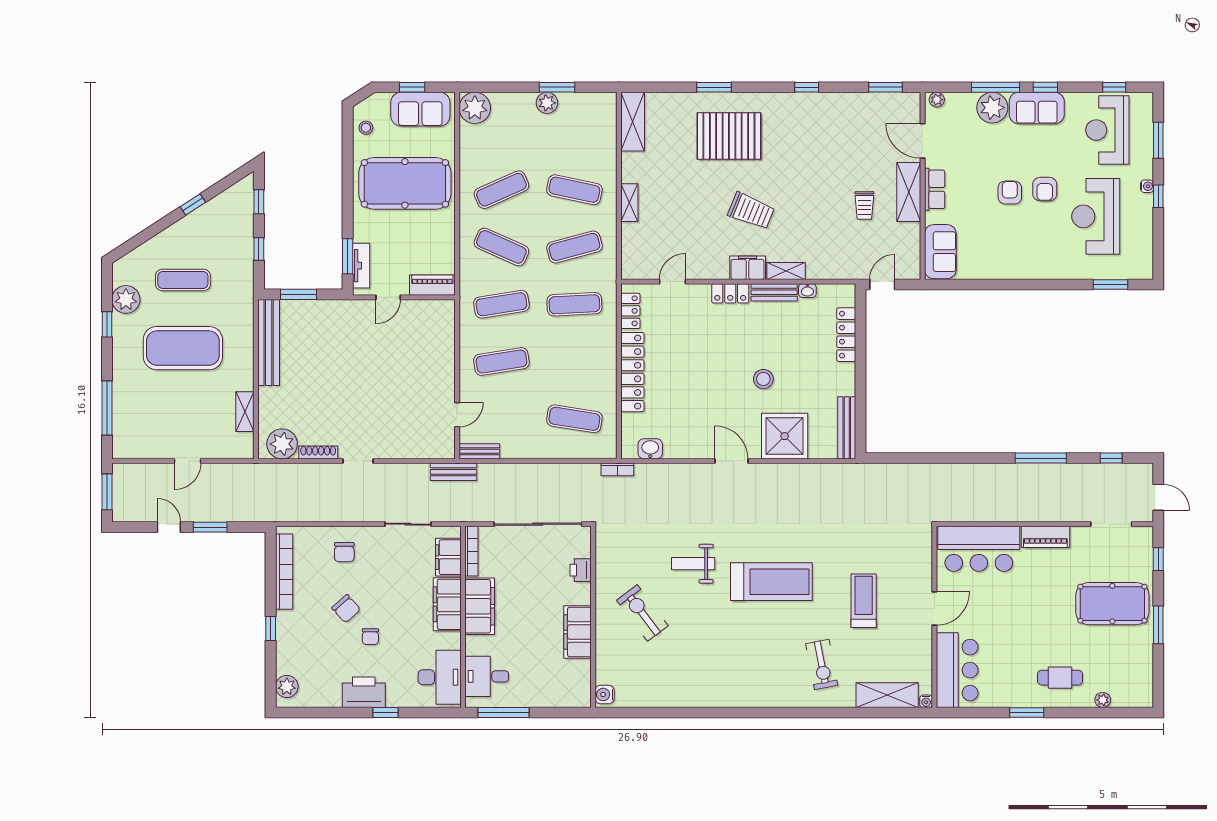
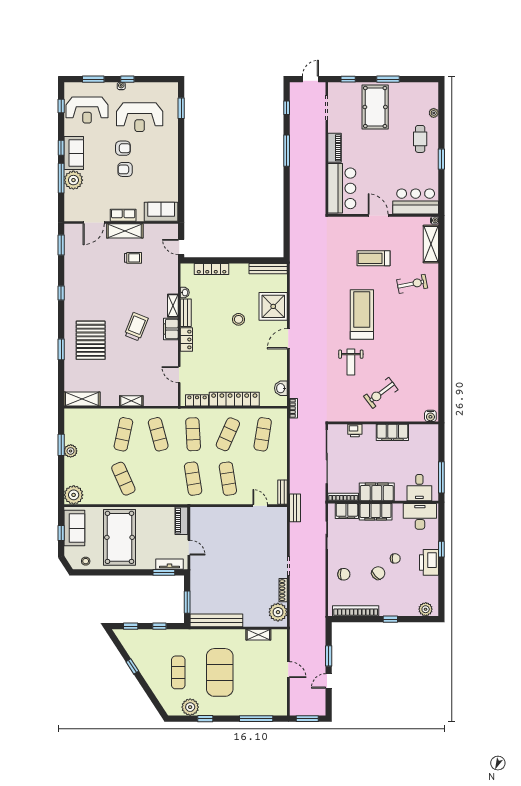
plant: (937, 100) -> (69, 214), removed
exercise mat: (501, 247) -> (228, 434), moved

